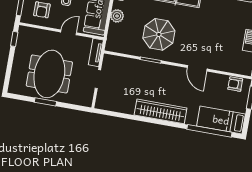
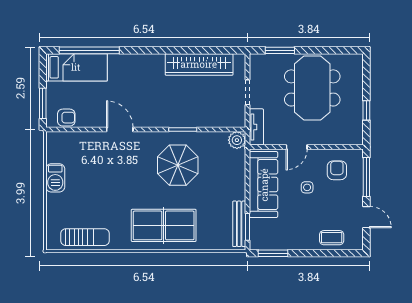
plant: (117, 16) -> (237, 140), moved
window: (14, 39) -> (366, 110), moved
window: (45, 102) -> (280, 50), moved
wardrobe: (161, 111) -> (199, 64), moved

